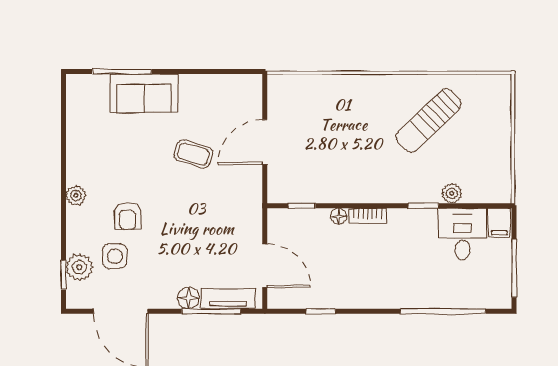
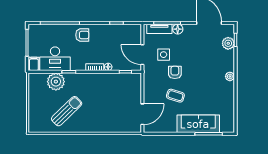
sofa: (144, 93) -> (198, 124), width x1.36
door: (265, 142) -> (142, 114), moved
plant: (452, 193) -> (56, 82), width x1.88, depth x1.88
armchair: (128, 216) -> (175, 72), moved
desk: (463, 234) -> (55, 59), width x1.37
side table: (115, 256) -> (164, 55), moved
door: (265, 266) -> (142, 55), moved
armchair: (395, 285) -> (82, 35), added

